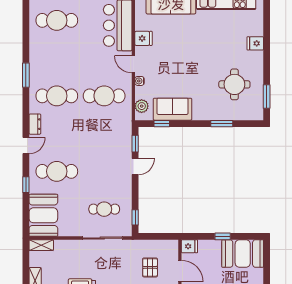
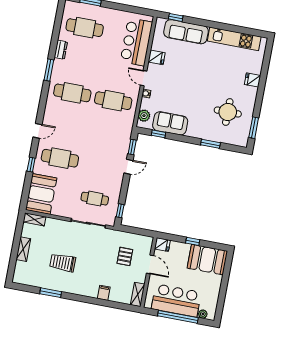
dresser: (35, 124) -> (61, 50), moved

